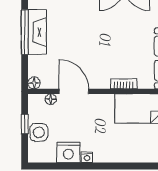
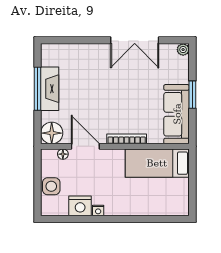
floor lamp: (34, 83) -> (52, 133), width x1.89, depth x1.89
bookcase: (124, 84) -> (127, 139), width x1.56
window: (25, 124) -> (38, 178), removed

